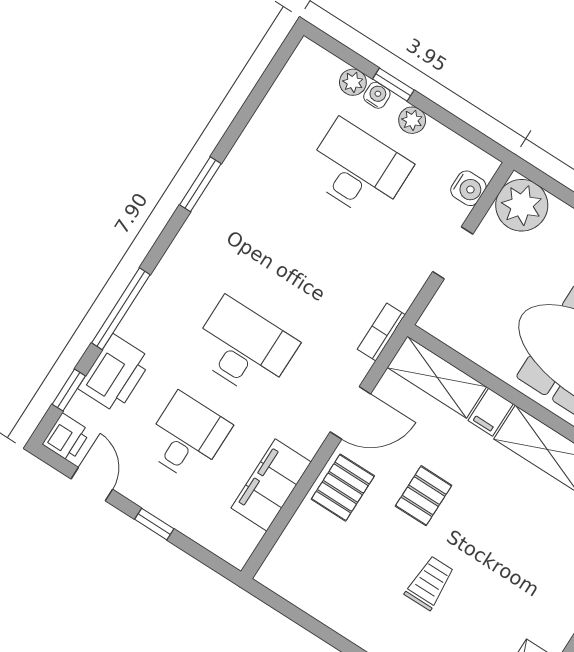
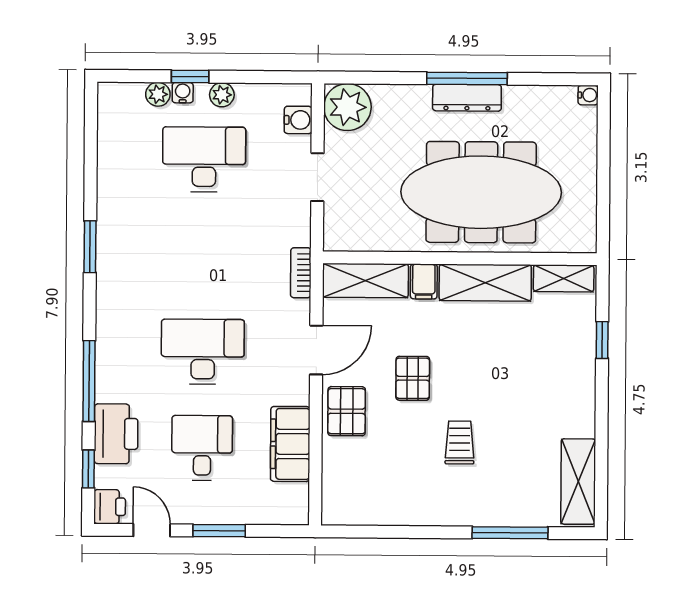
window: (154, 524) -> (219, 531), width x1.50

